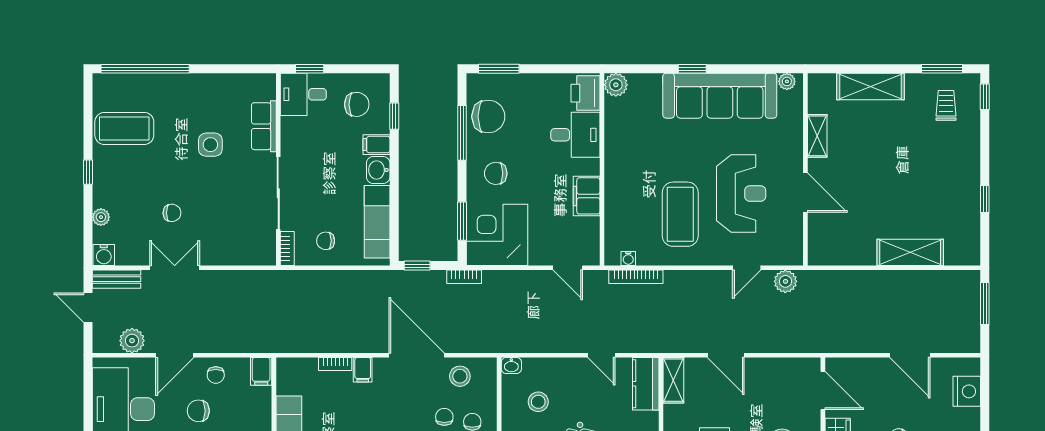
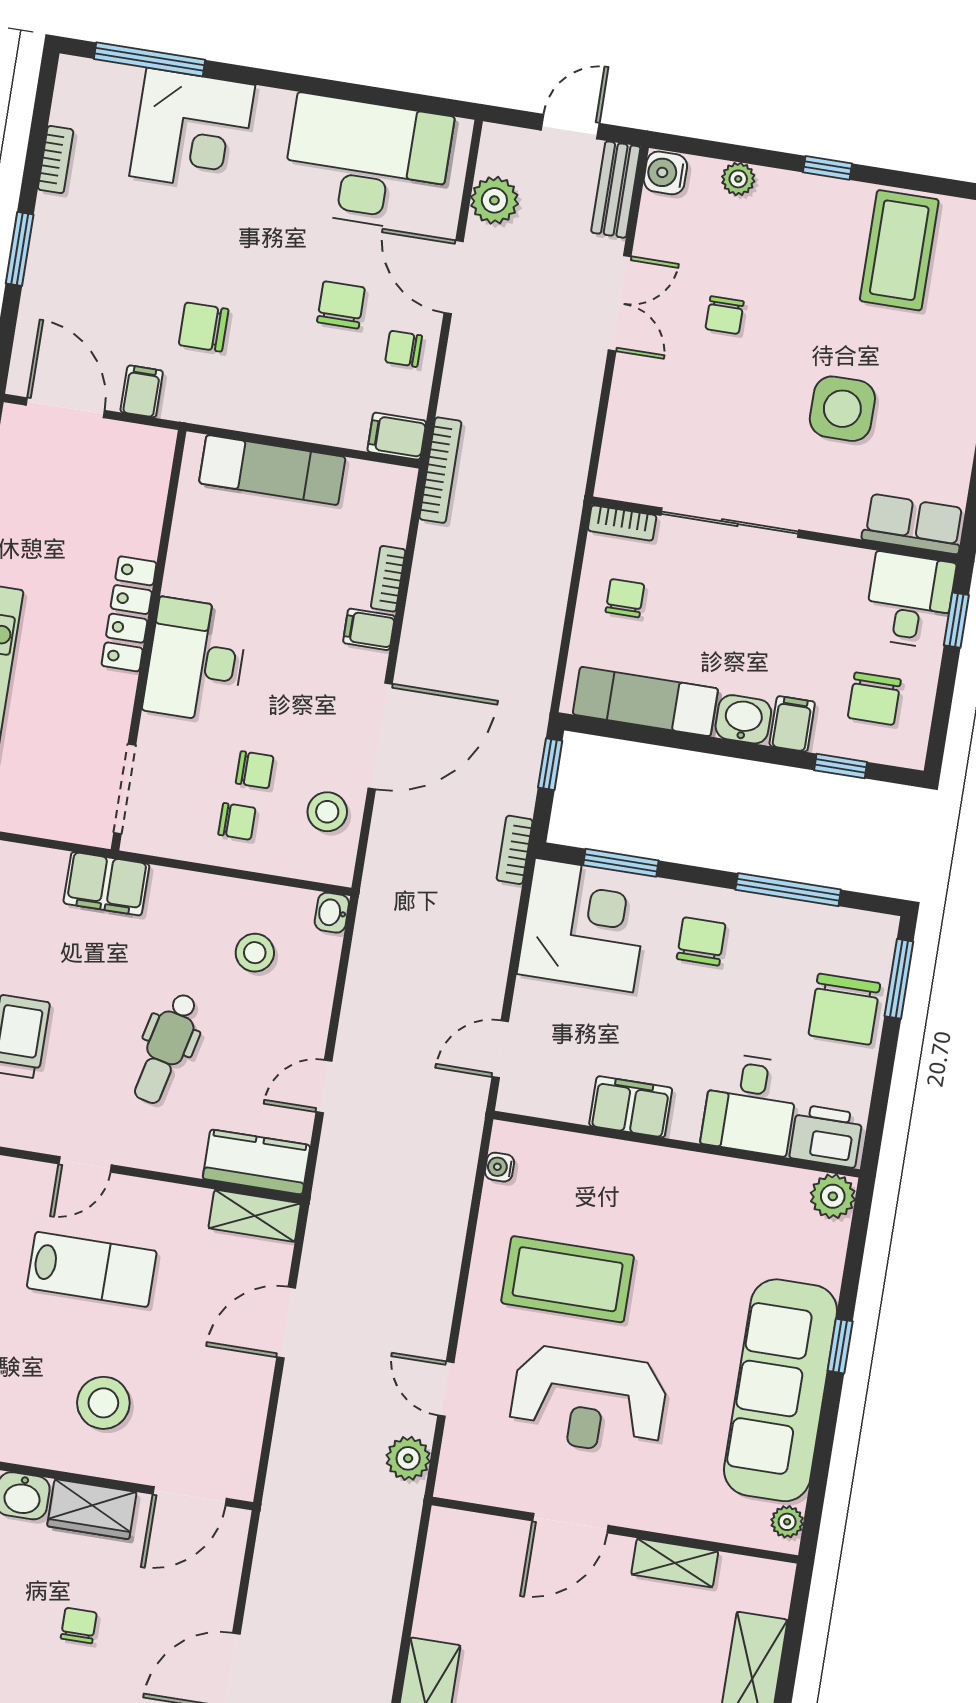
chair: (488, 116) -> (844, 1009), moved
row of seats: (264, 126) -> (913, 524), moved
side table: (210, 145) -> (842, 409), width x1.37, depth x1.37
bookcase: (636, 277) -> (440, 470), moved, turned 180

